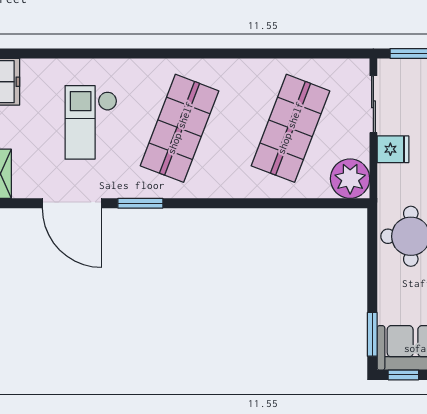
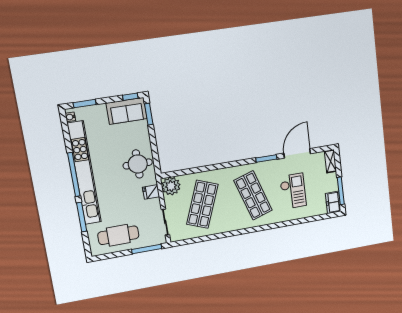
shop shelf: (180, 128) -> (253, 195), turned -39
fridge: (393, 149) -> (151, 192), moved
door: (72, 203) -> (297, 153), hinge flipped

